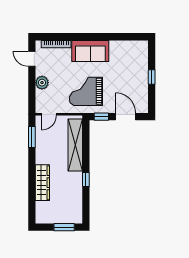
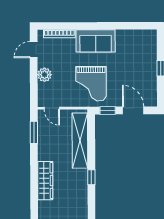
door: (32, 59) -> (34, 50), hinge flipped
grand piano: (86, 91) -> (91, 84), turned -90
door: (49, 114) -> (52, 108), hinge flipped

